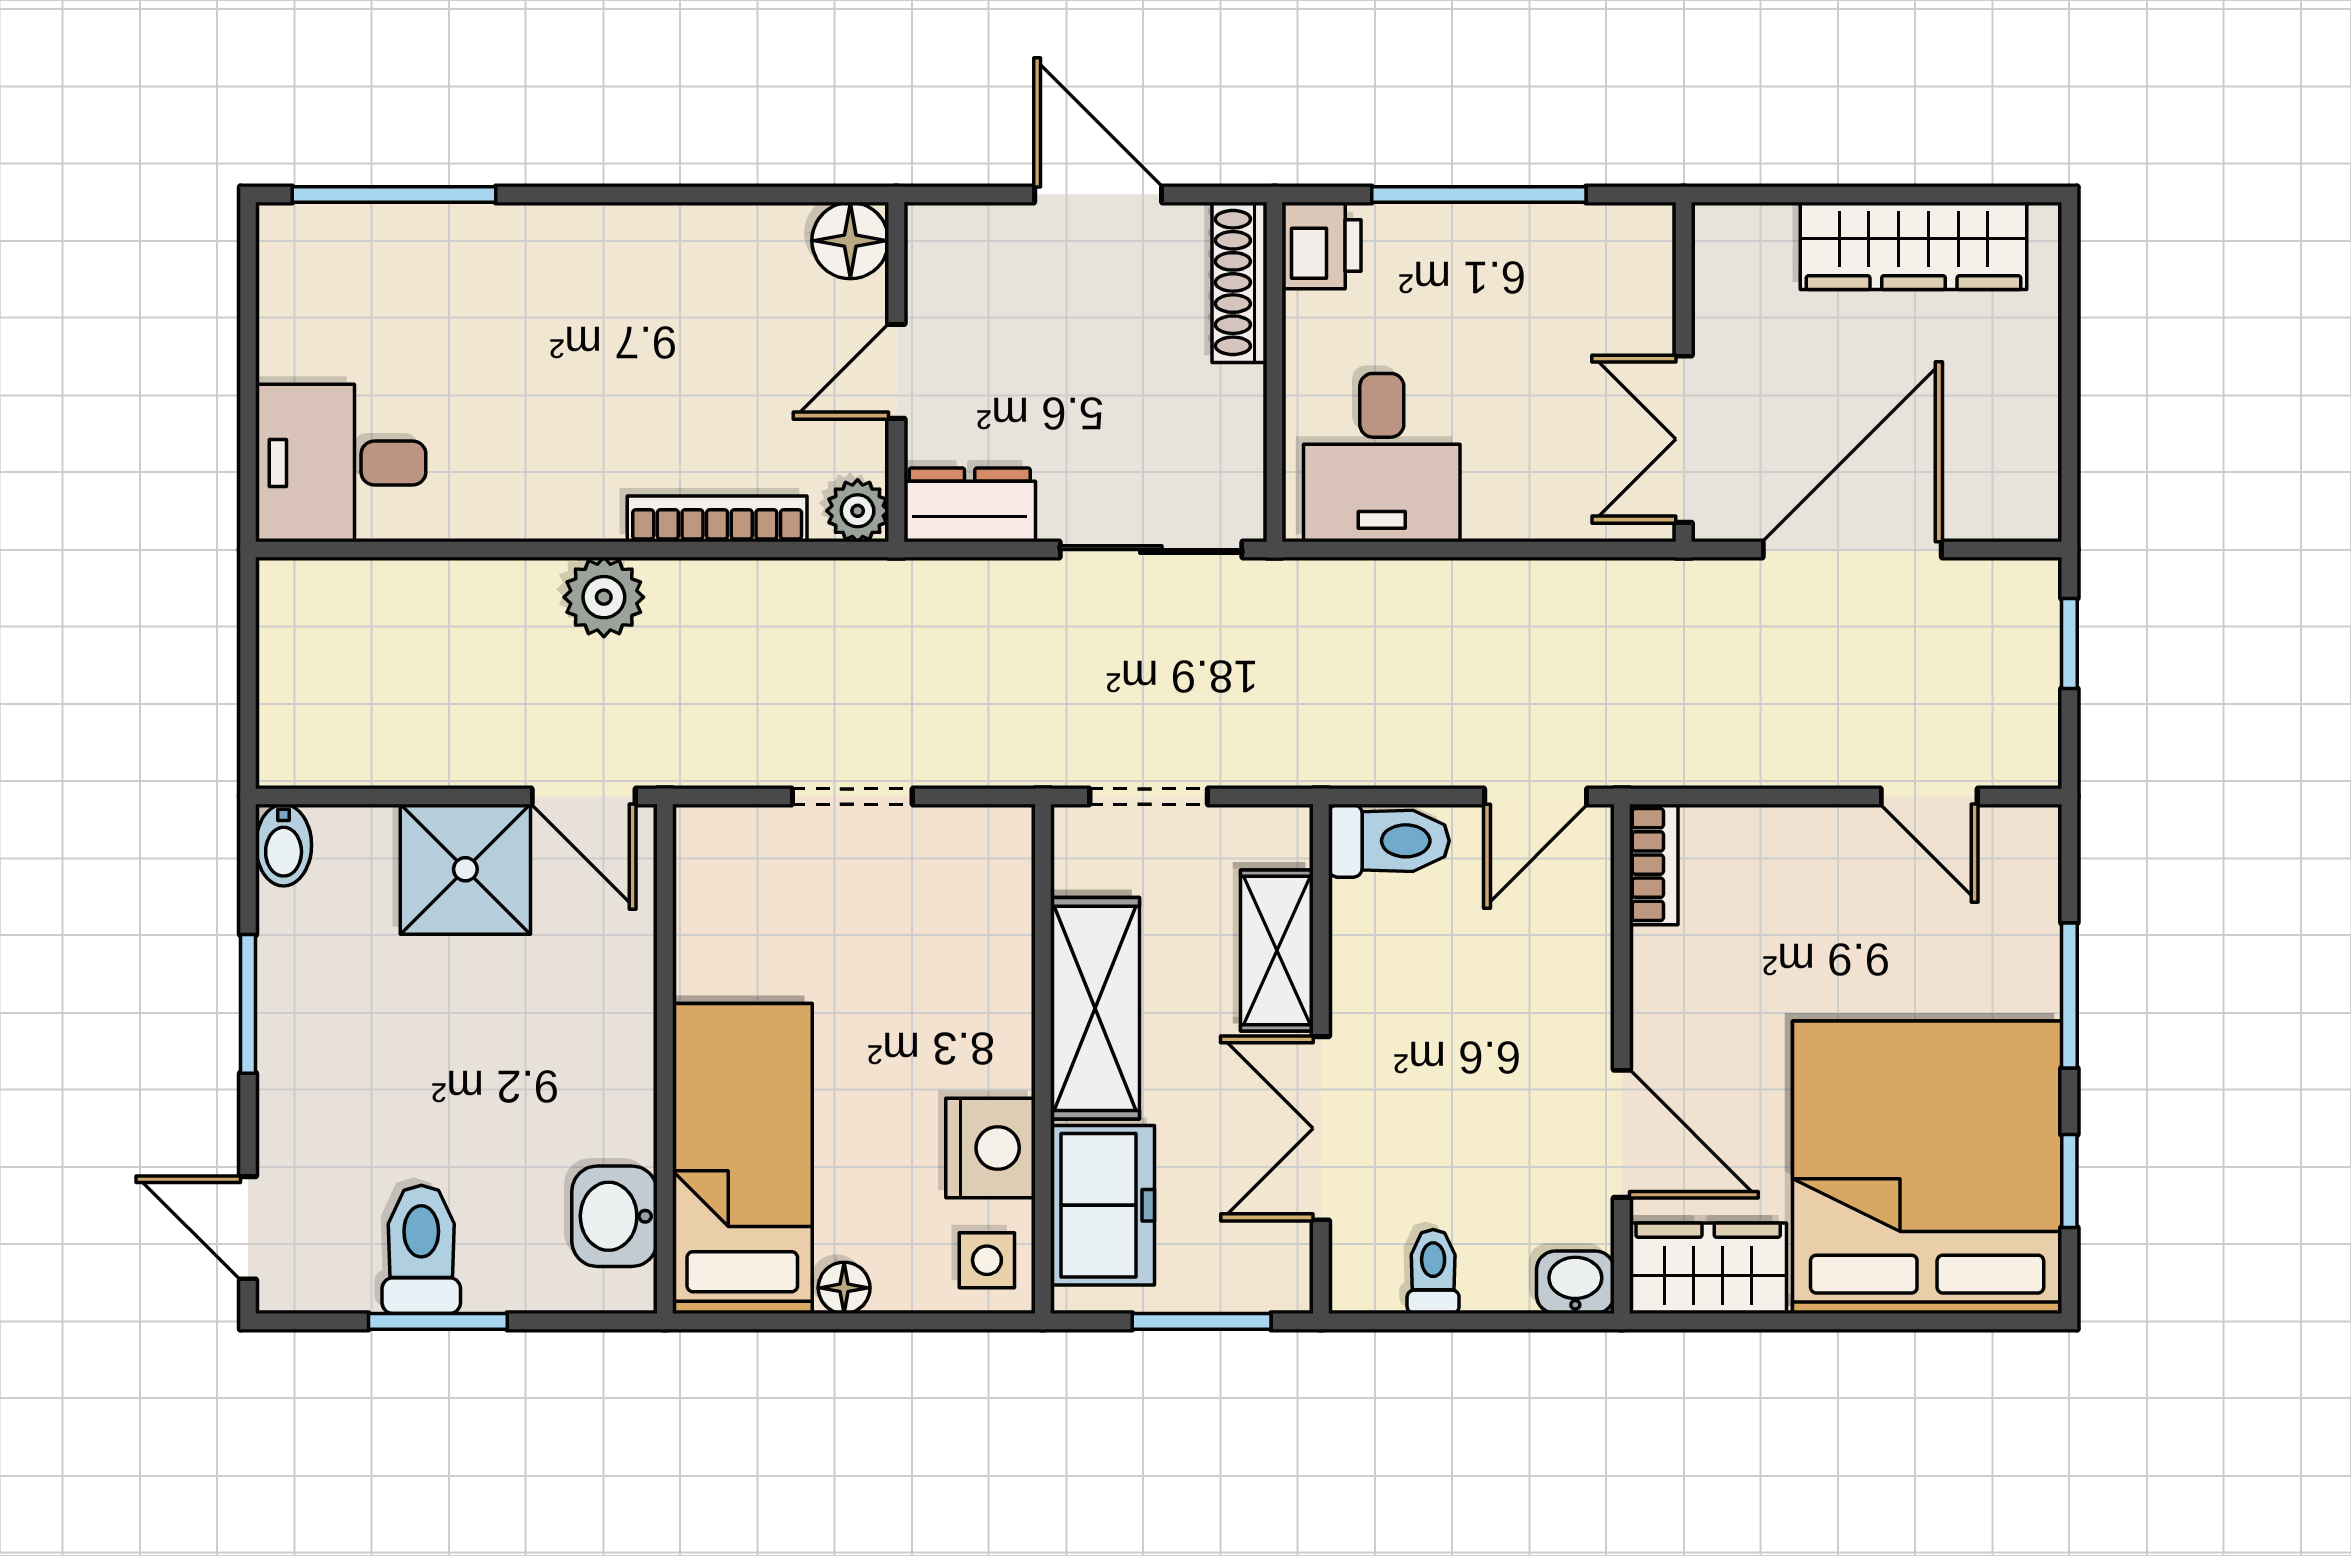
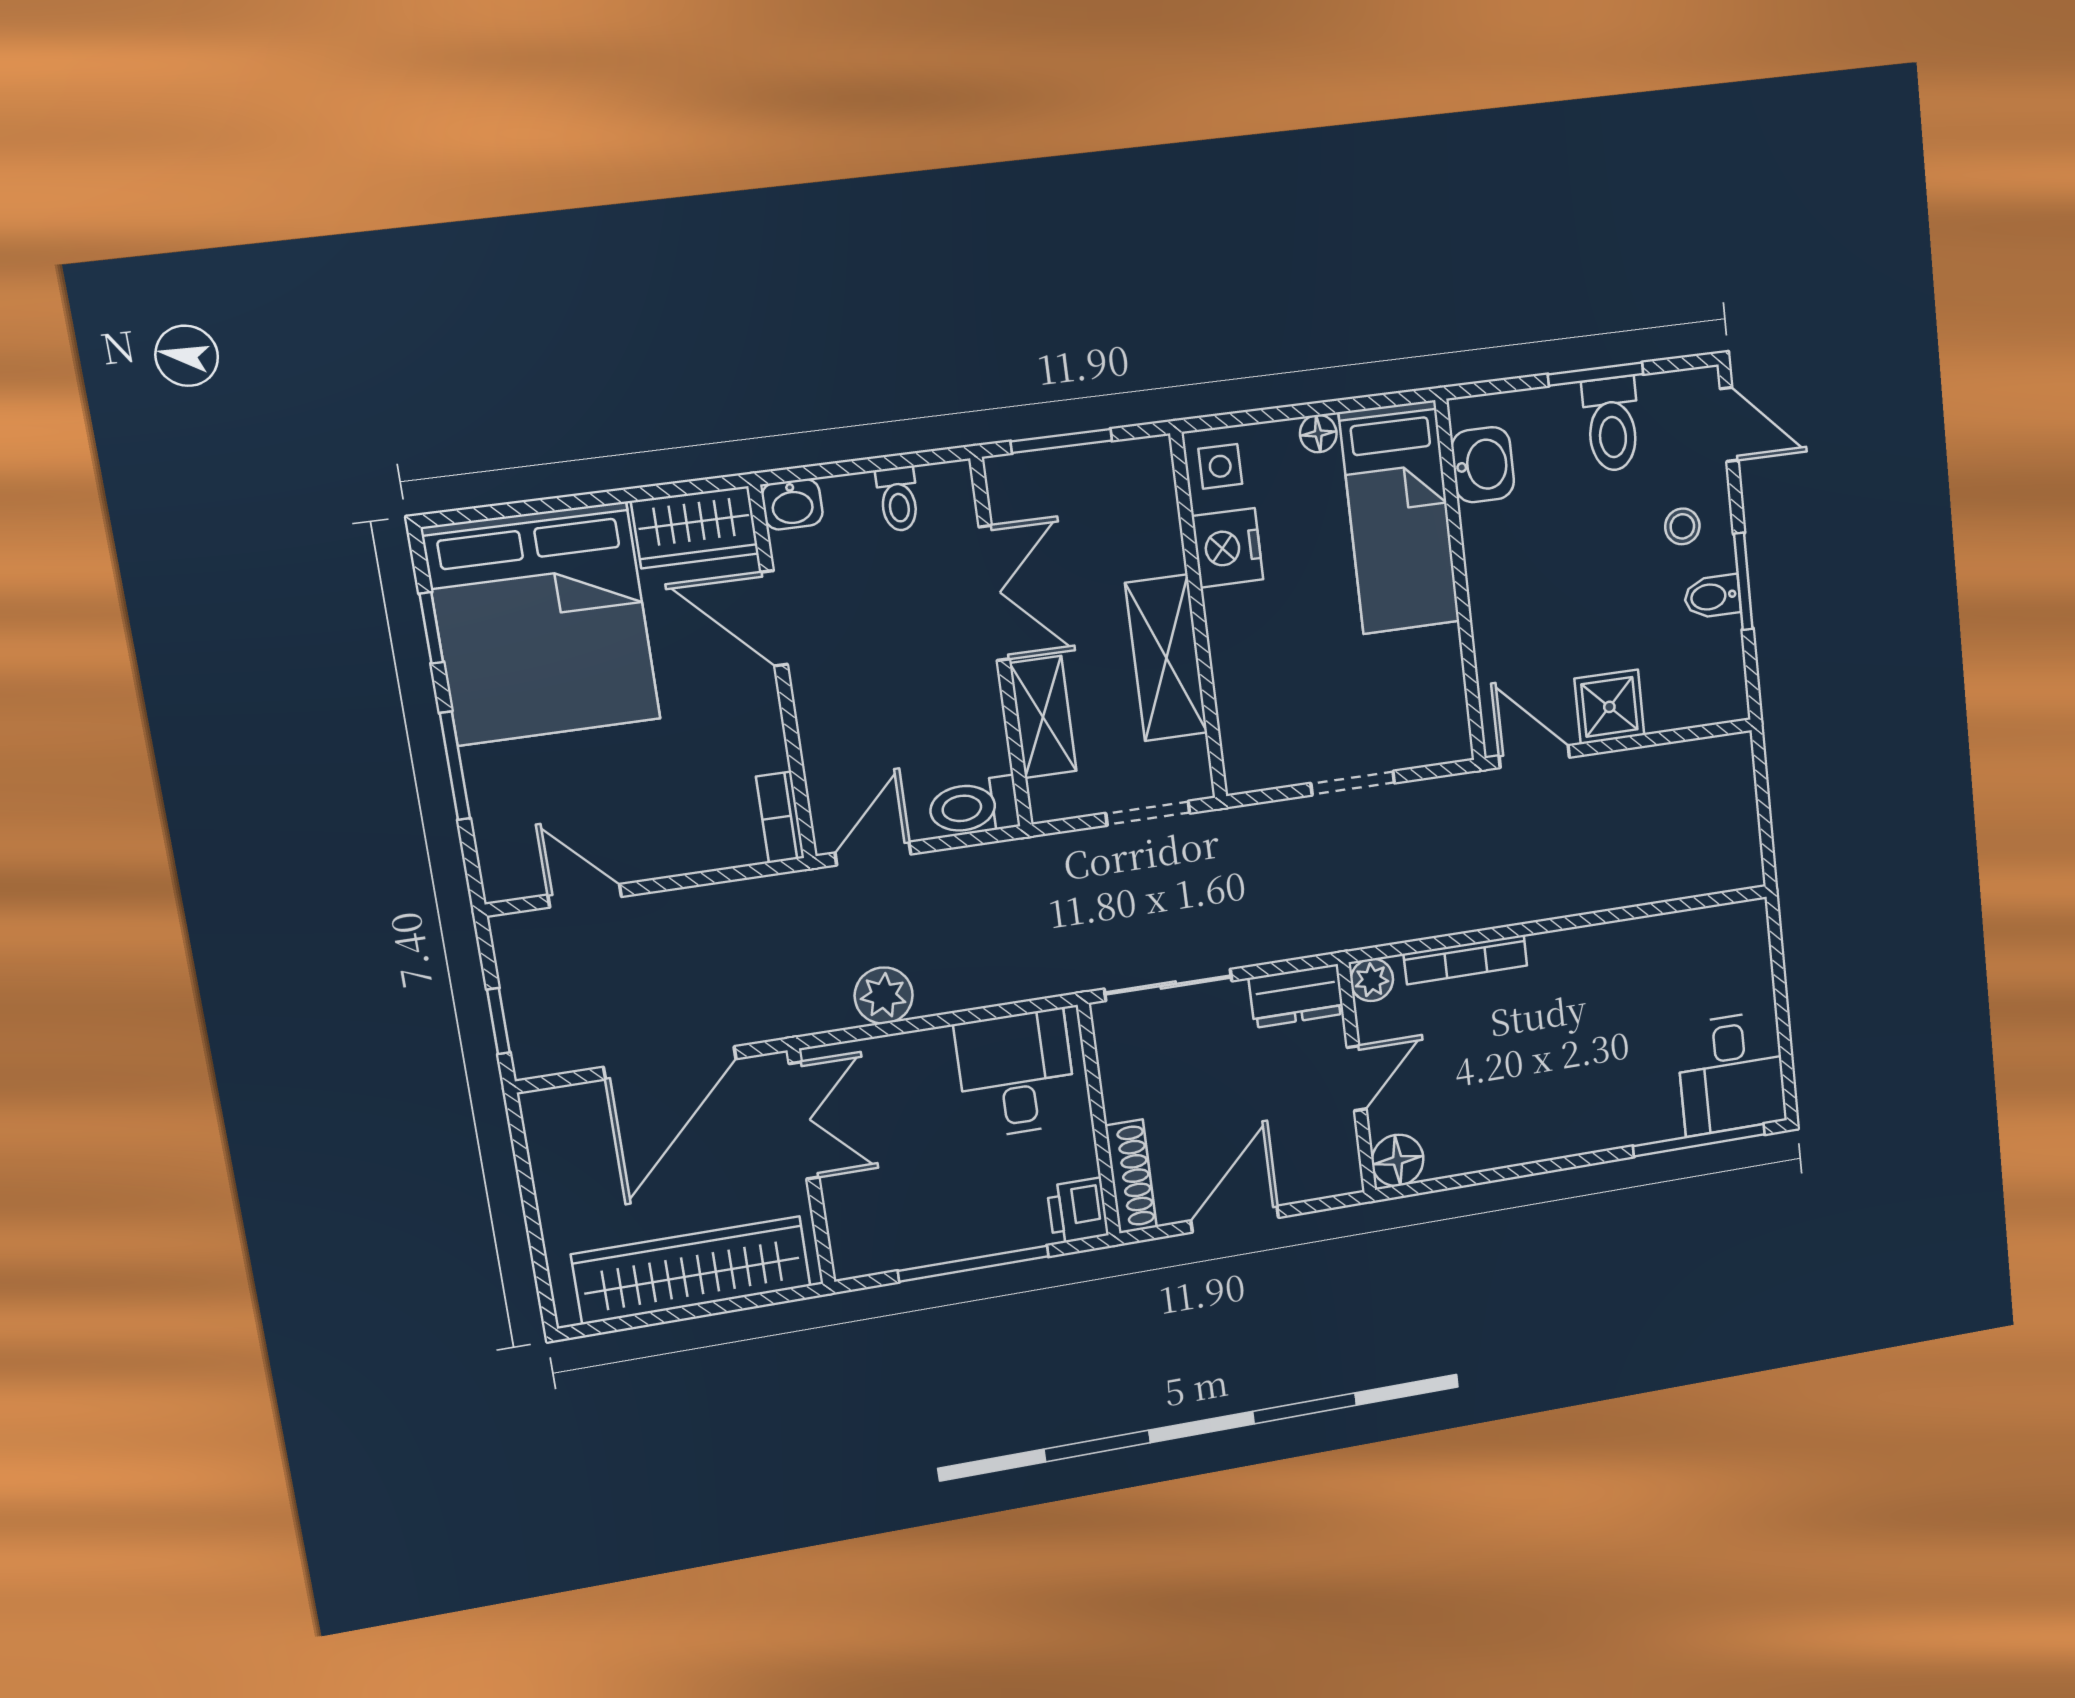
door: (1098, 194) -> (1235, 1219), swing flipped
wardrobe: (1914, 246) -> (691, 1270), width x1.40, depth x1.17
desk: (341, 463) -> (1731, 1073), moved, turned 90
plant: (604, 597) -> (884, 996), moved
bidet: (284, 845) -> (1712, 596), moved, turned -90
shower: (465, 869) -> (1609, 707), width x0.73, depth x0.73
stool: (332, 1094) -> (1682, 526), added
freezer: (1103, 1205) -> (1143, 517), removed

